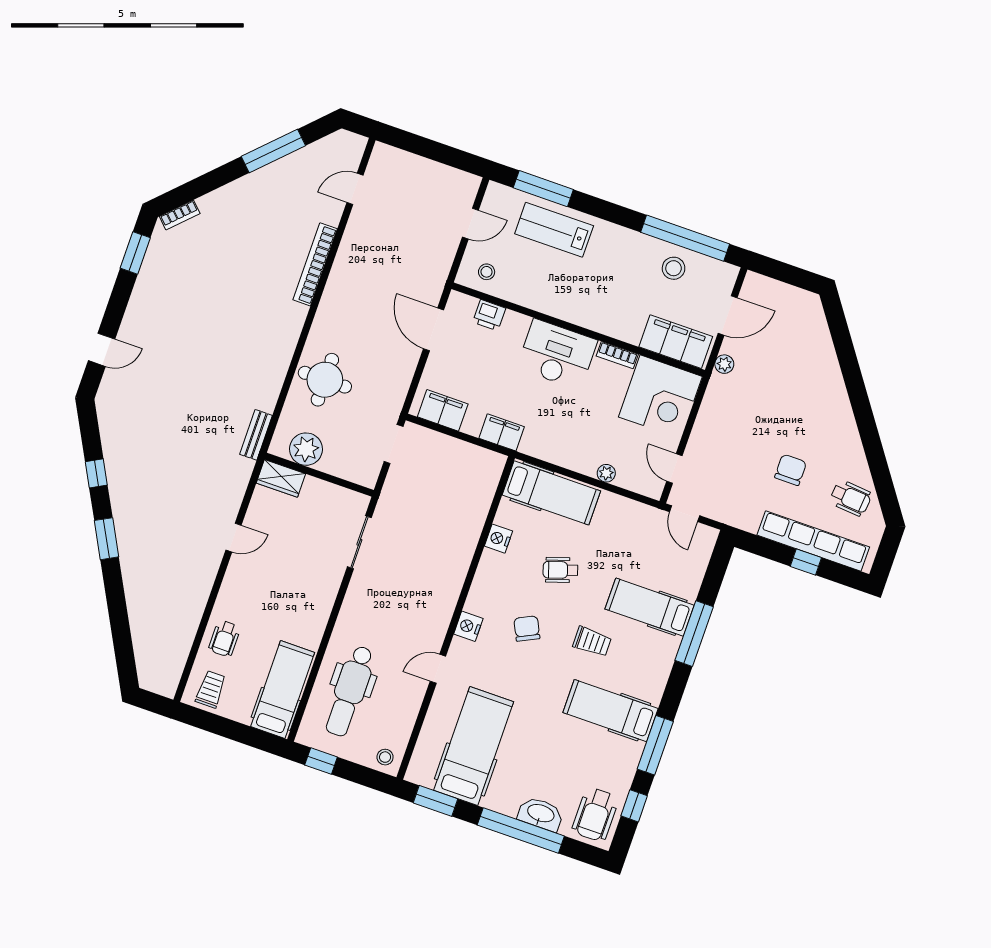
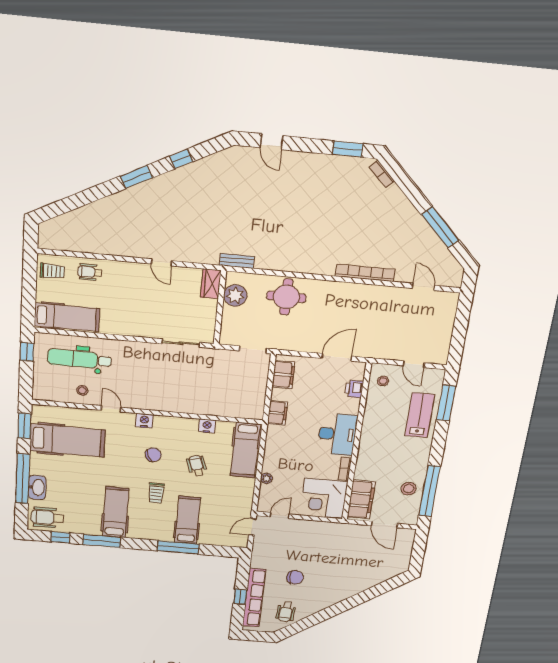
plant: (724, 364) -> (353, 529), removed
stool: (385, 757) -> (82, 390), moved

